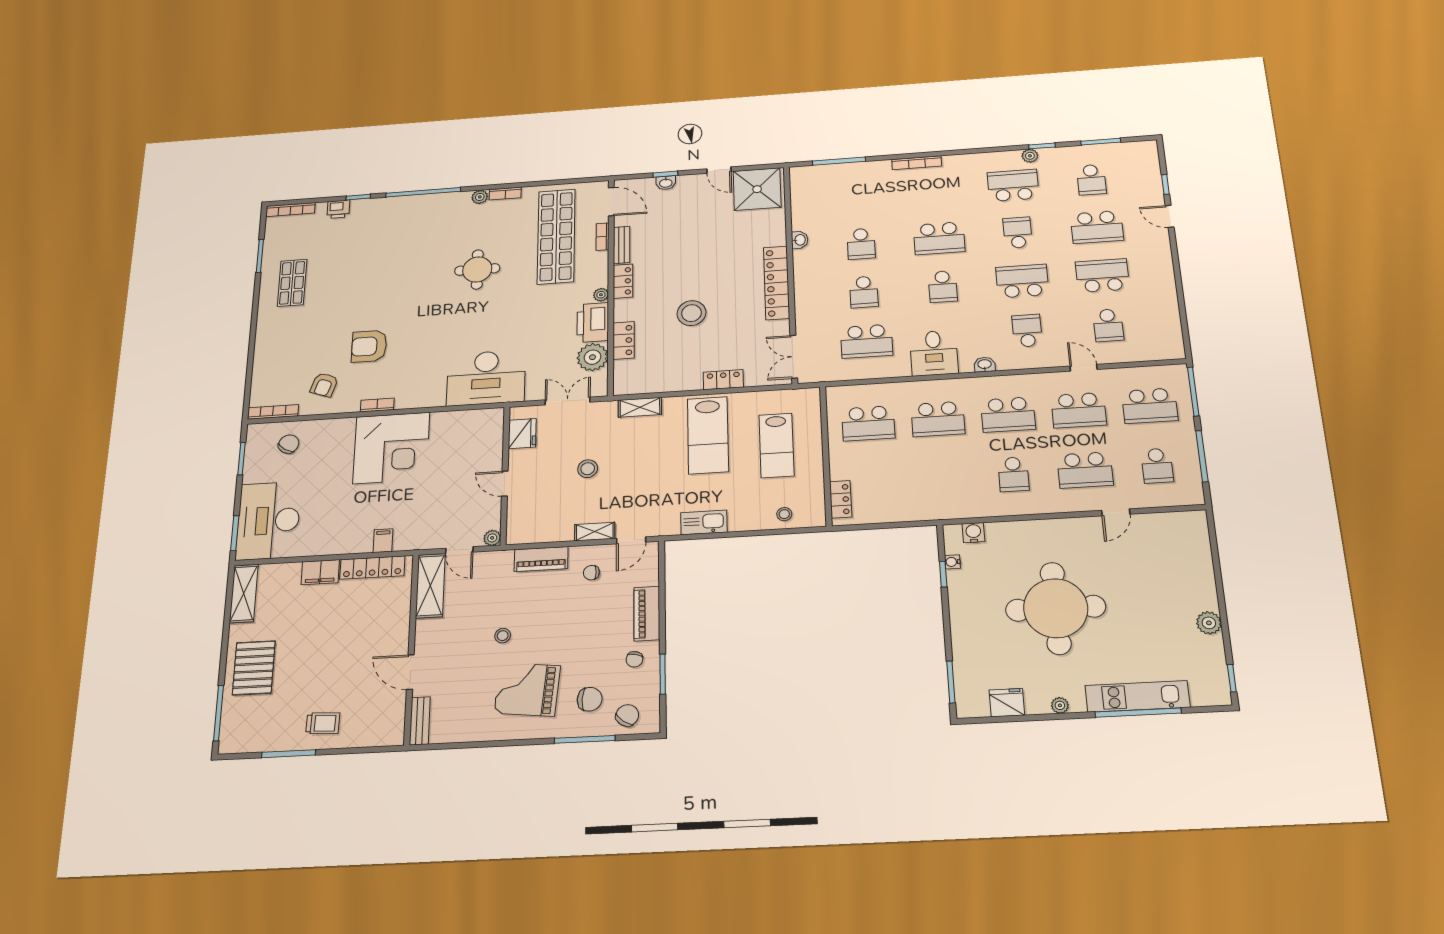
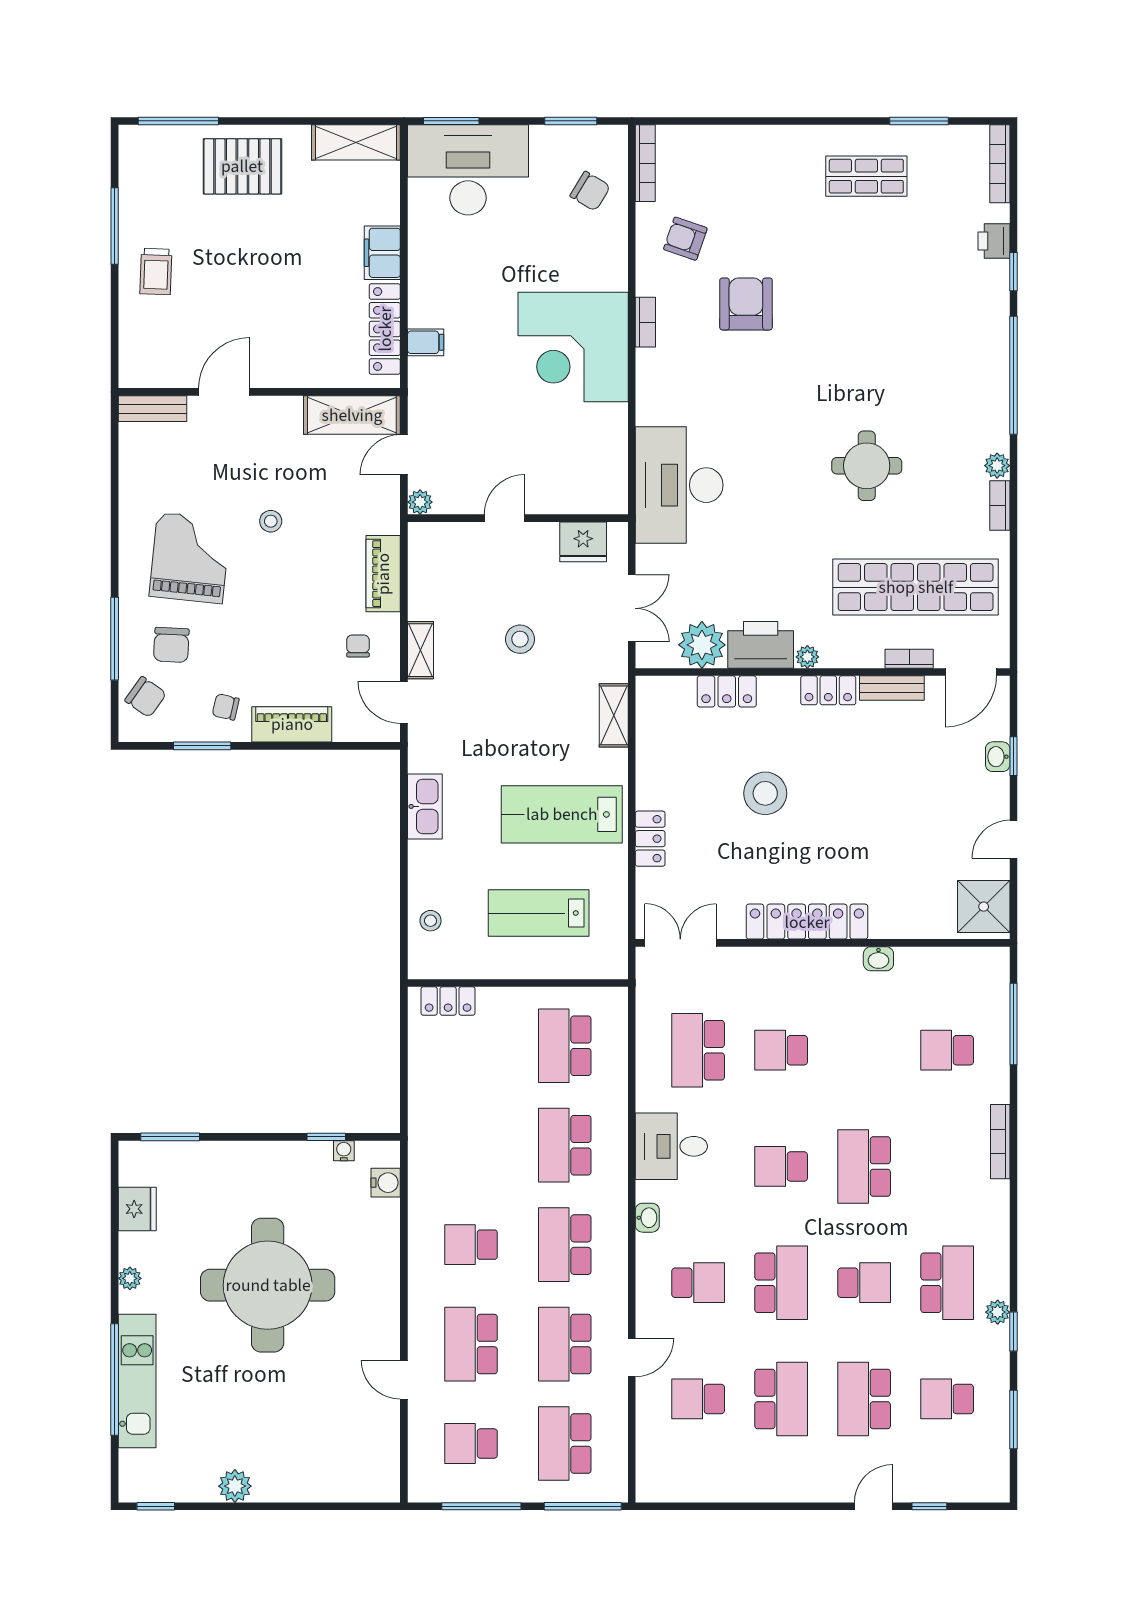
shower: (757, 189) -> (984, 907), width x0.73, depth x0.73
school desk: (861, 244) -> (947, 1050), moved

